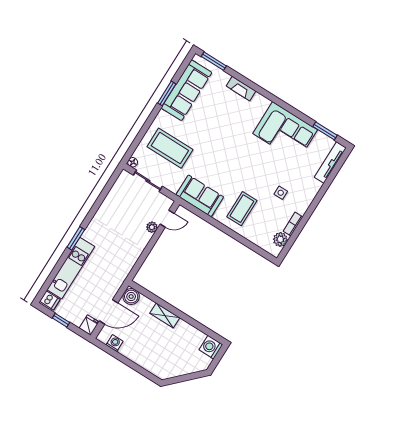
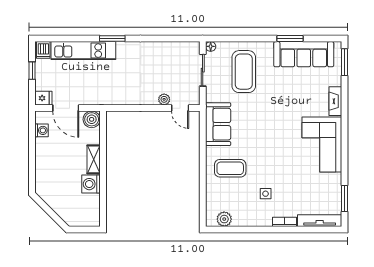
corner sofa: (285, 132) -> (322, 144), moved
bookcase: (293, 224) -> (285, 222), moved
washing machine: (211, 347) -> (91, 184), moved, turned -90

